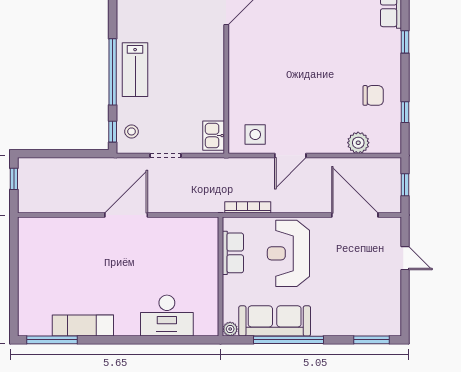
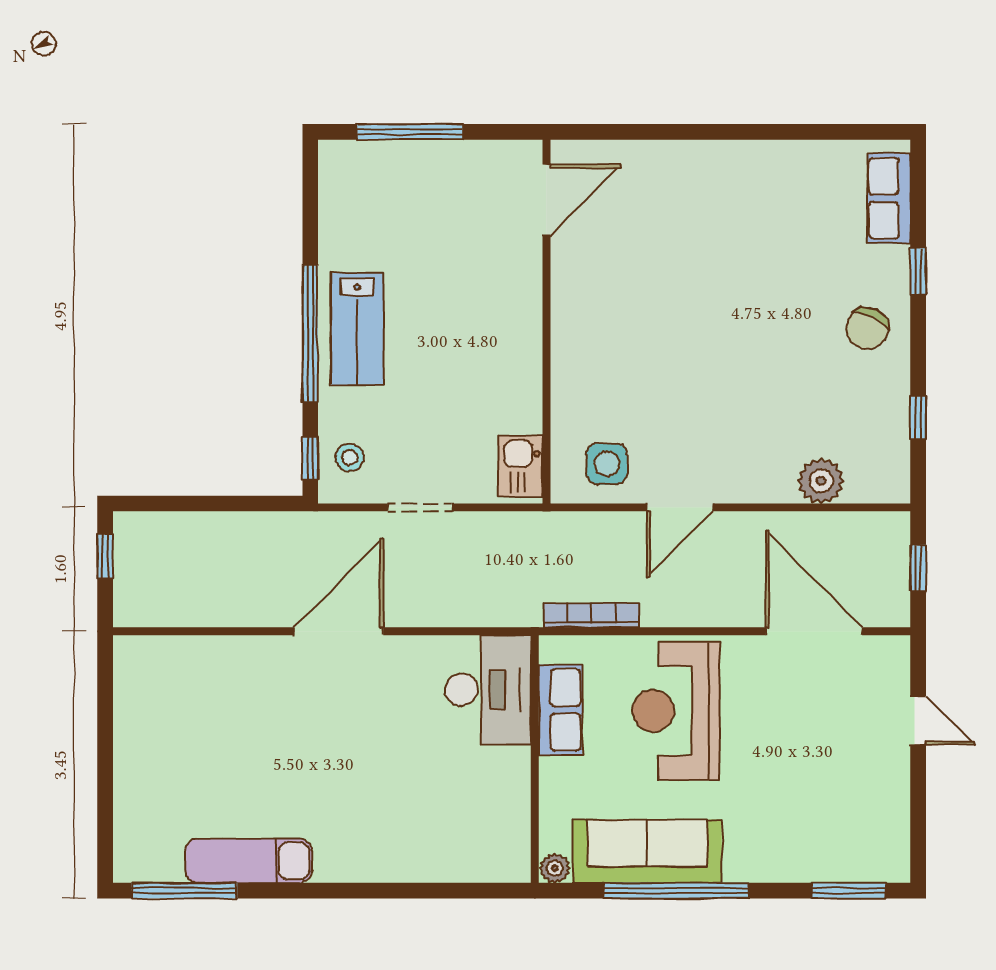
chair: (373, 95) -> (867, 329), moved, turned 115
desk: (167, 316) -> (488, 690), moved, turned -90

